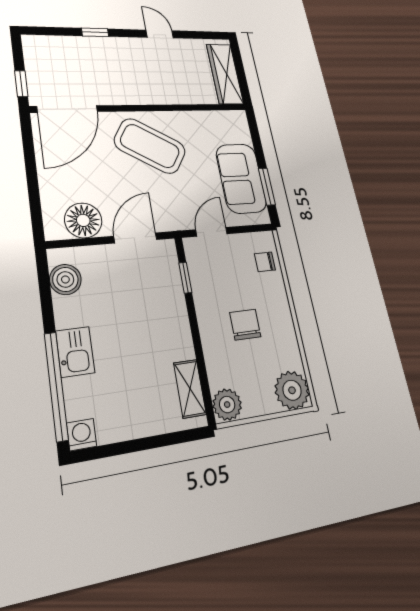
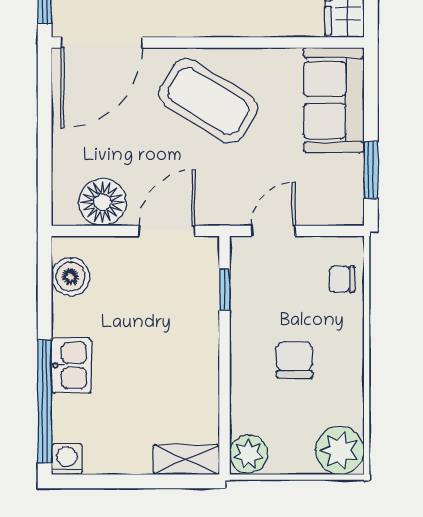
sofa: (241, 178) -> (334, 100), moved
shelving: (190, 389) -> (186, 460), moved, turned 90

